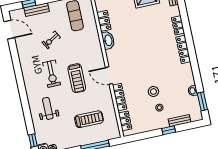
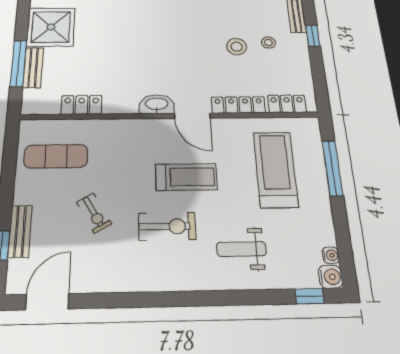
washbasin: (108, 40) -> (157, 104), moved
door: (109, 76) -> (192, 116), hinge flipped
treadmill: (89, 119) -> (275, 169), width x1.37, depth x1.38

